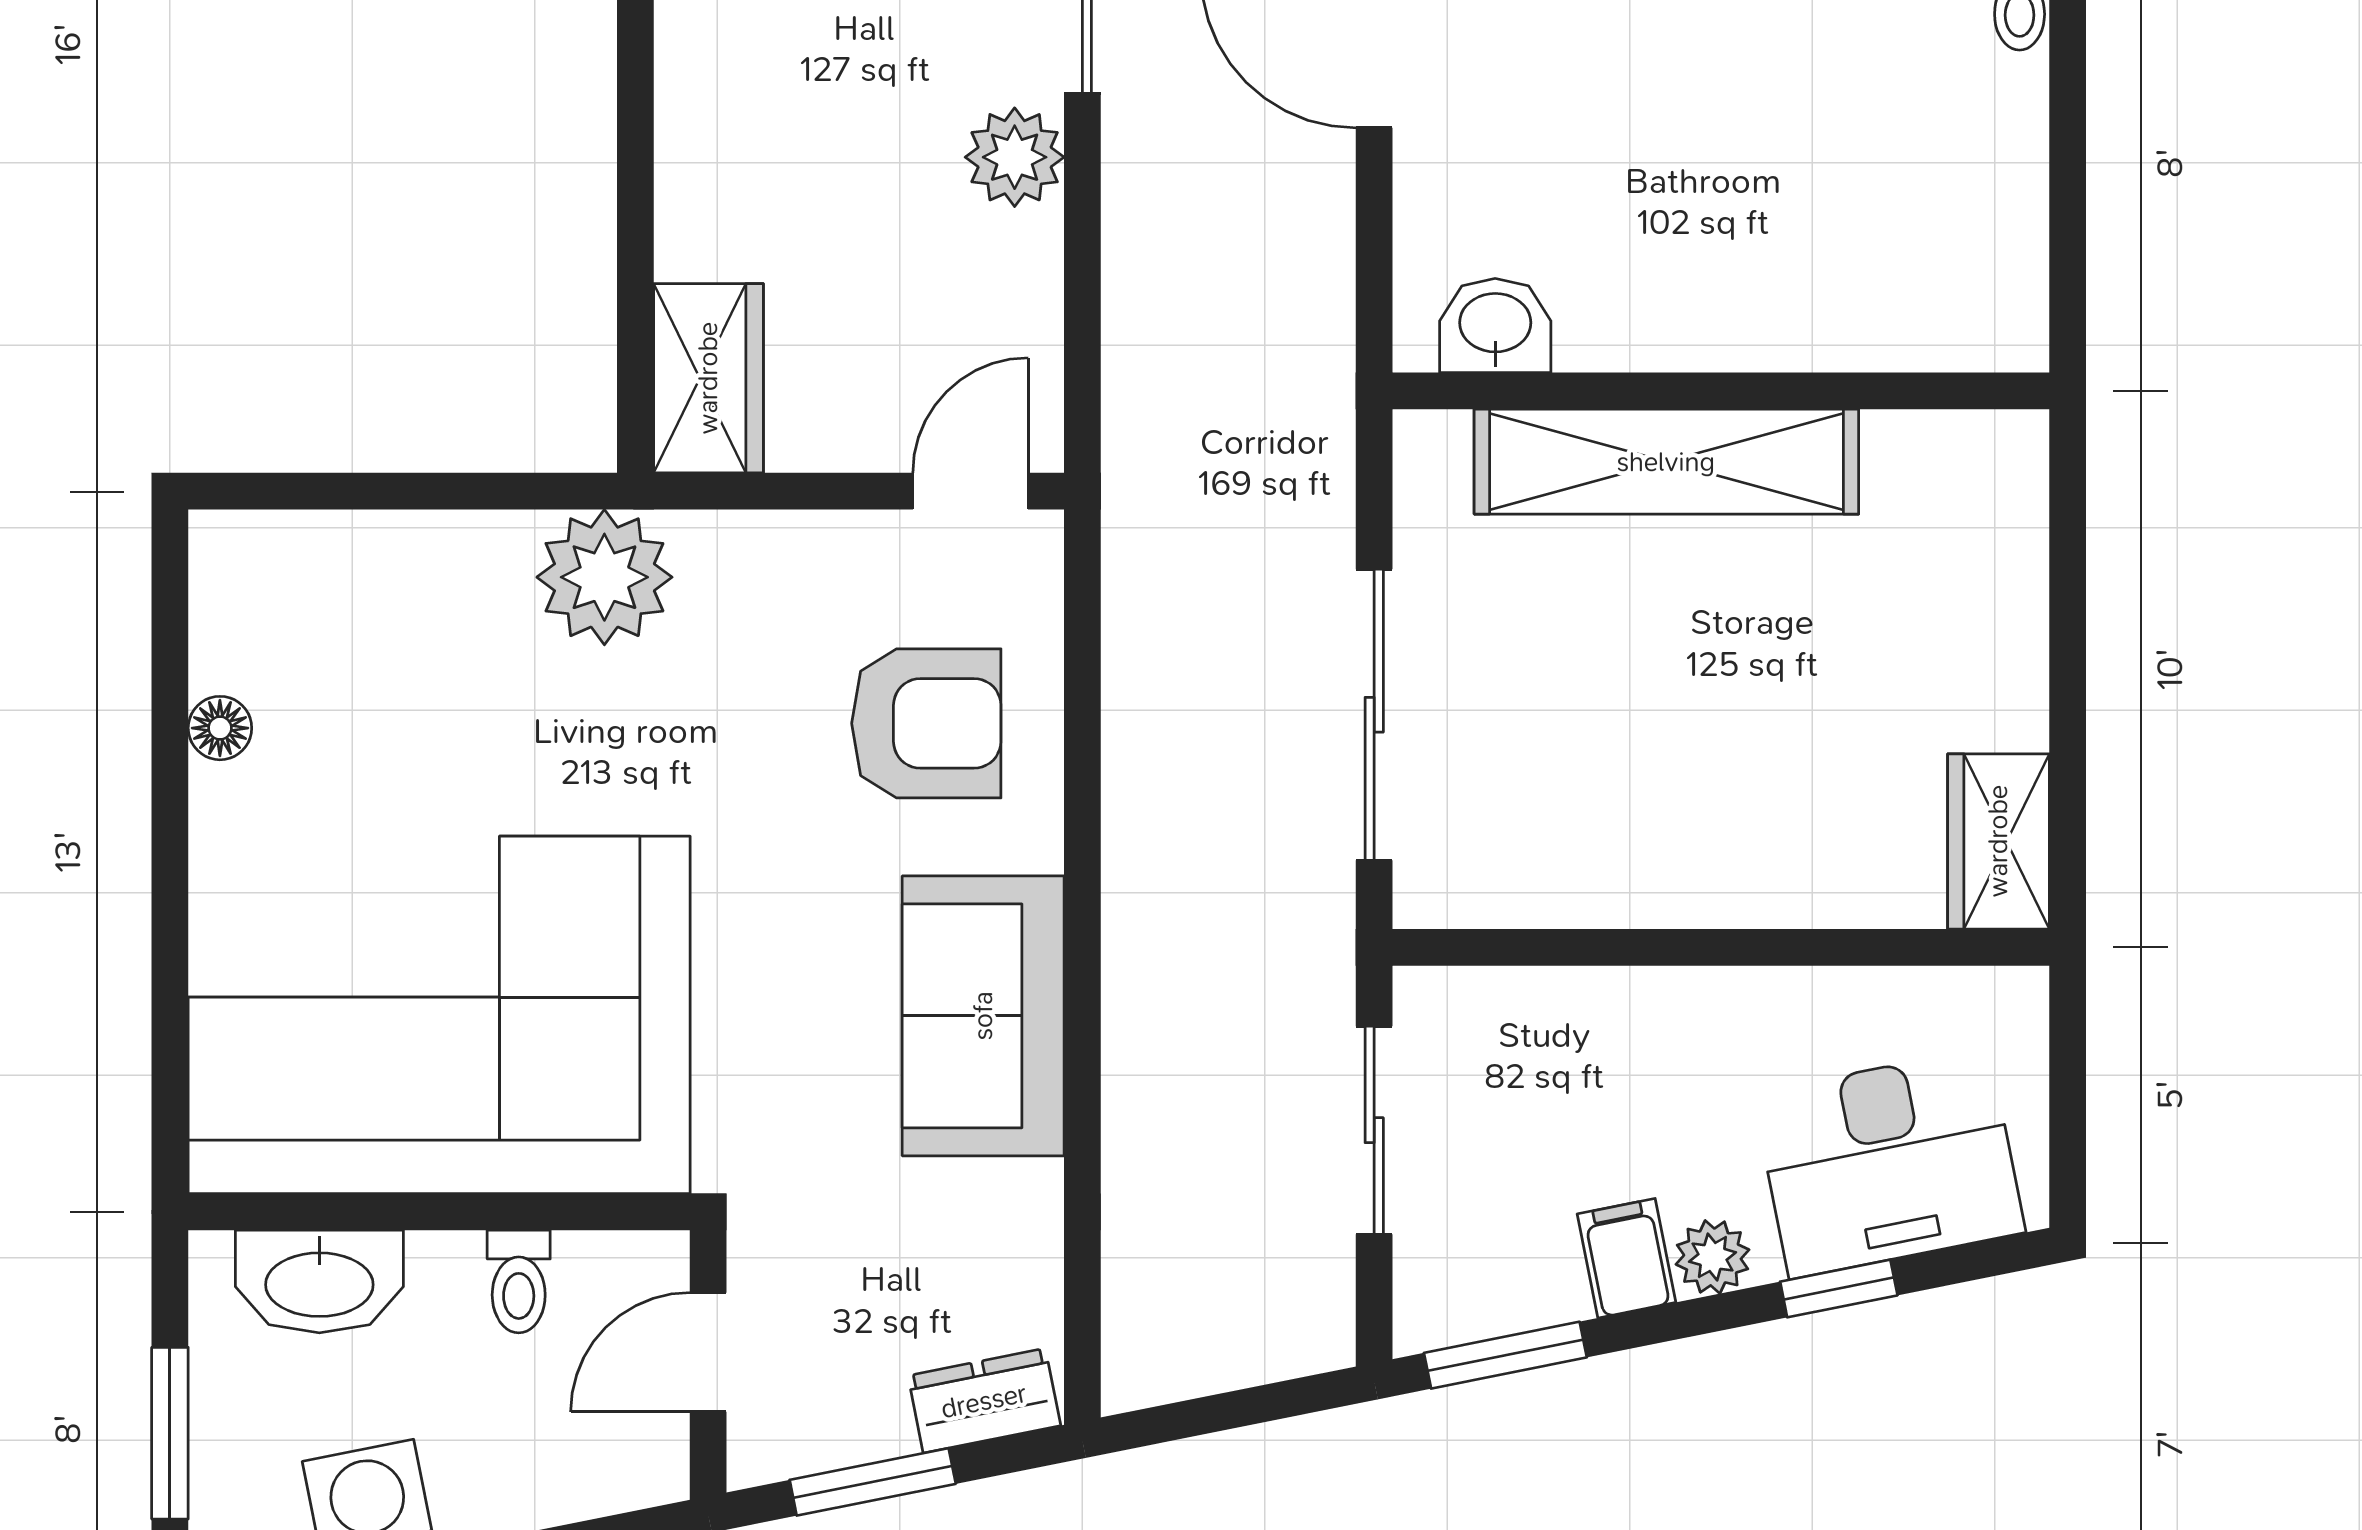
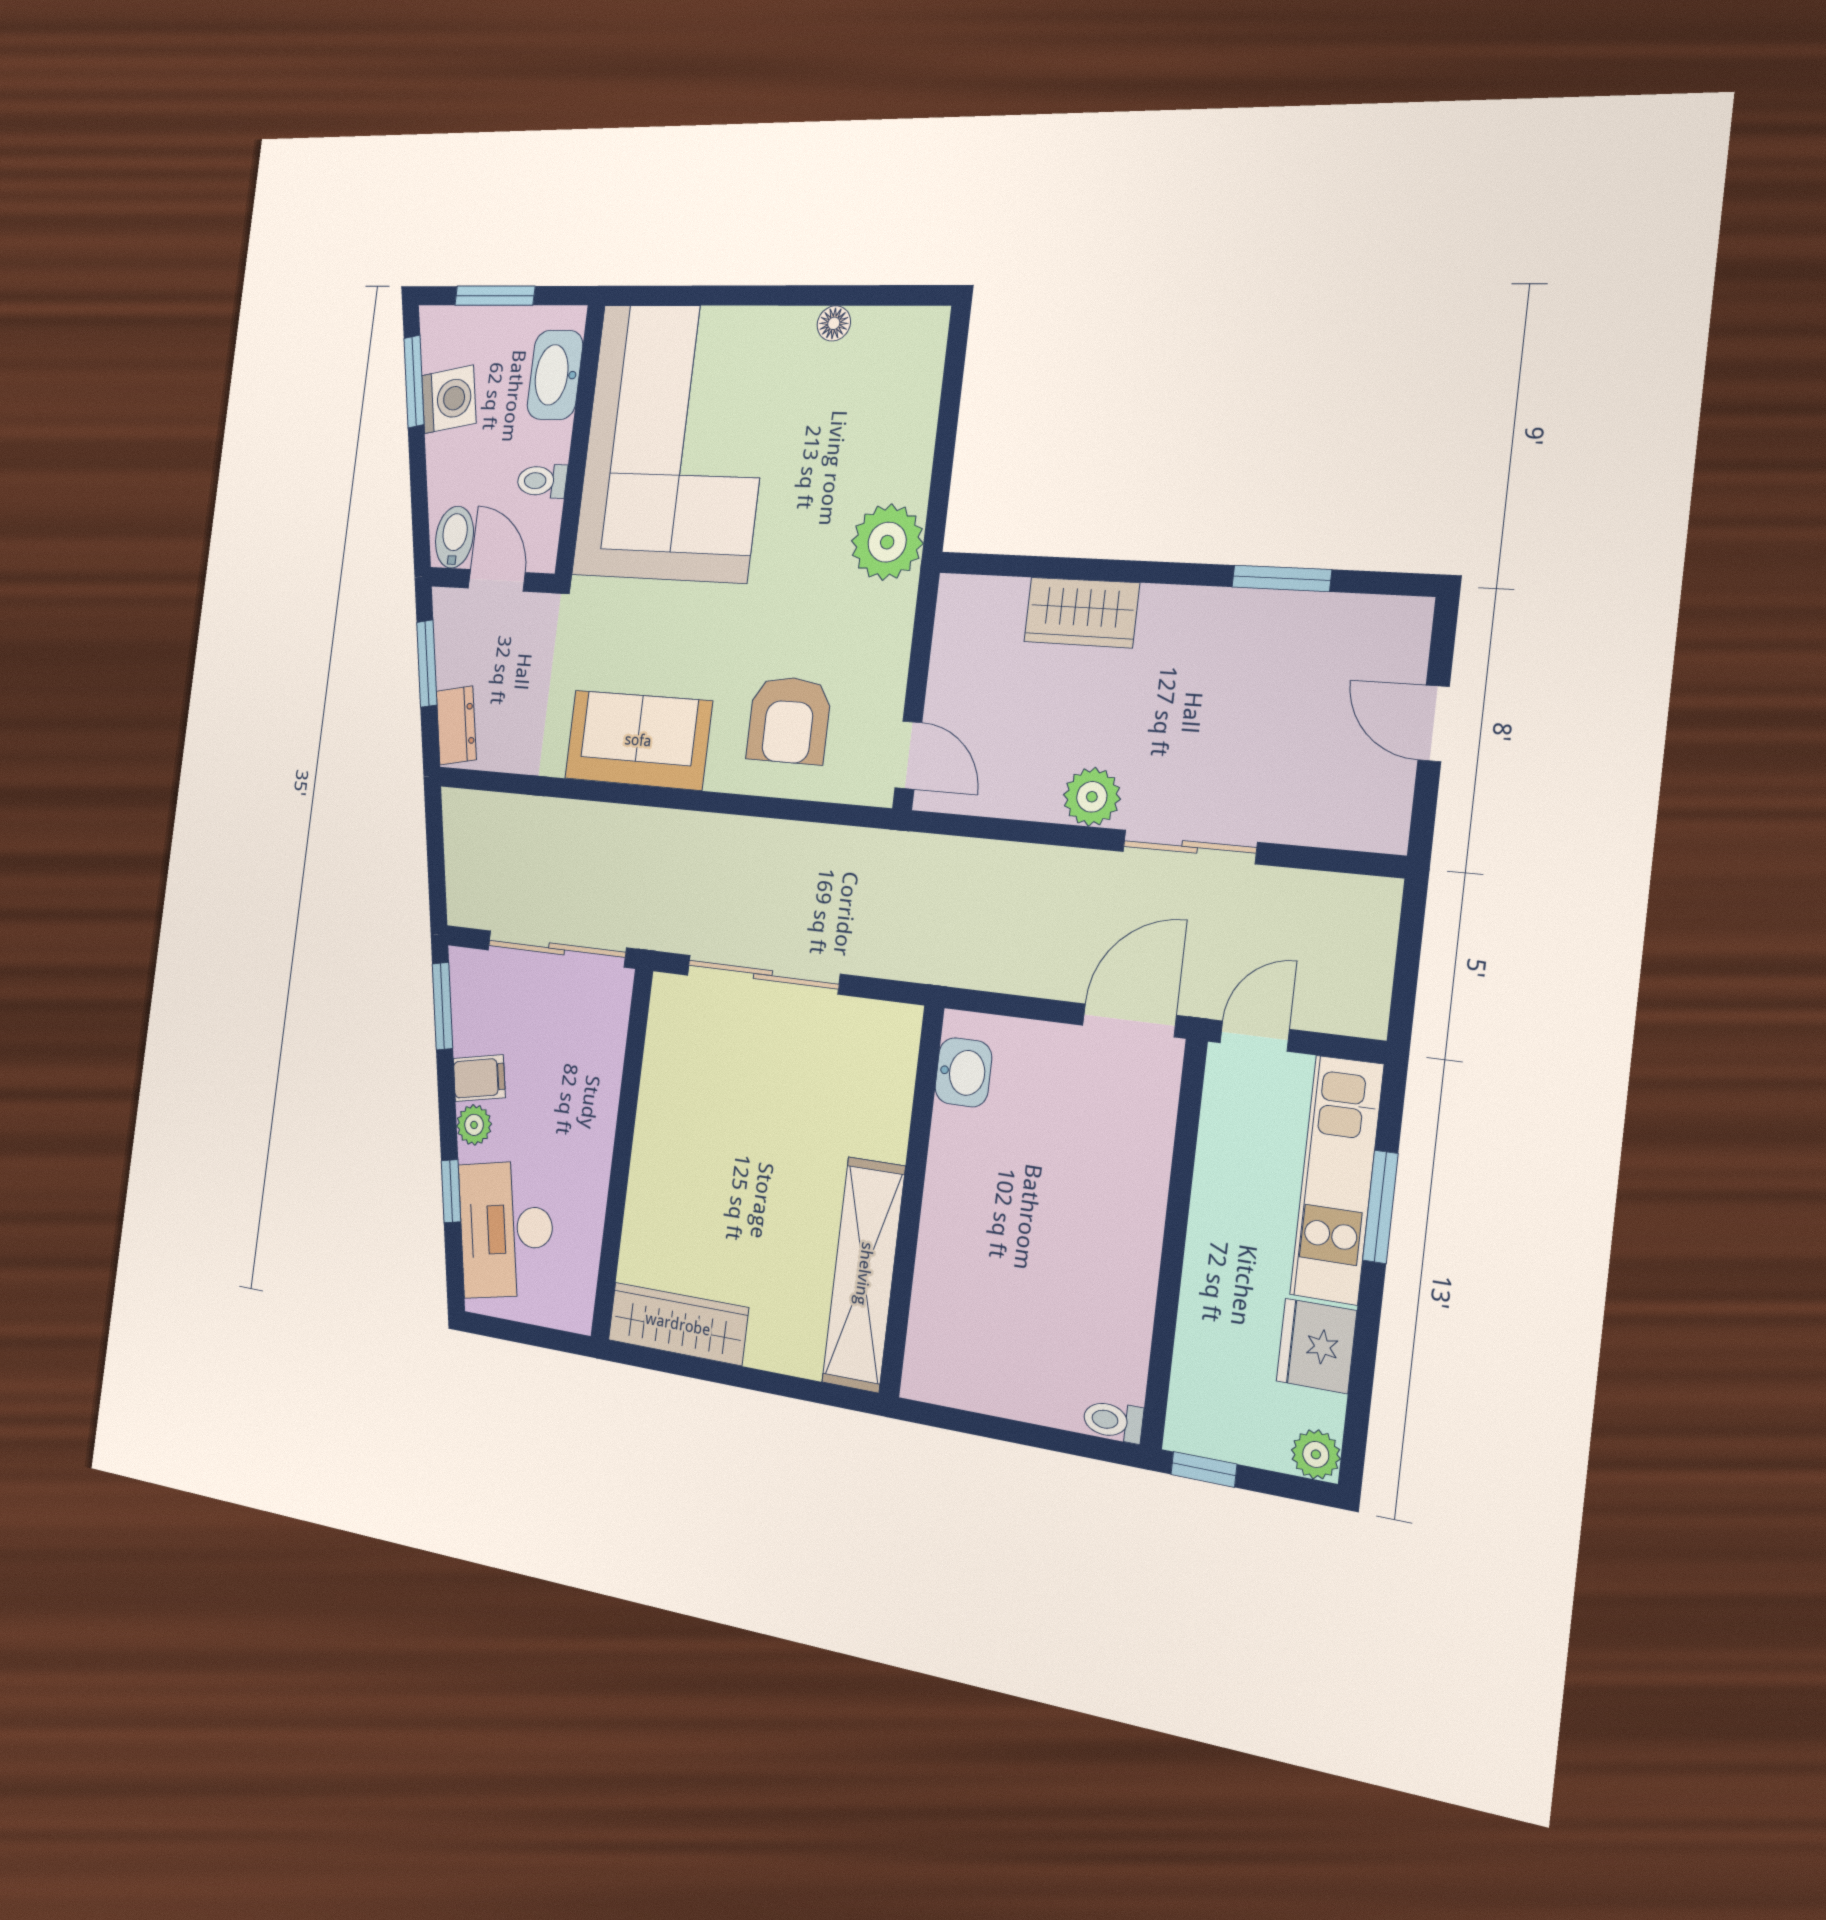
wardrobe: (708, 378) -> (1082, 612), moved
shelving: (1666, 462) -> (864, 1274), moved
wardrobe: (1998, 841) -> (678, 1324), width x1.50
sliding door: (1374, 1130) -> (557, 949), width x1.37
bidet: (631, 1456) -> (454, 537), added

